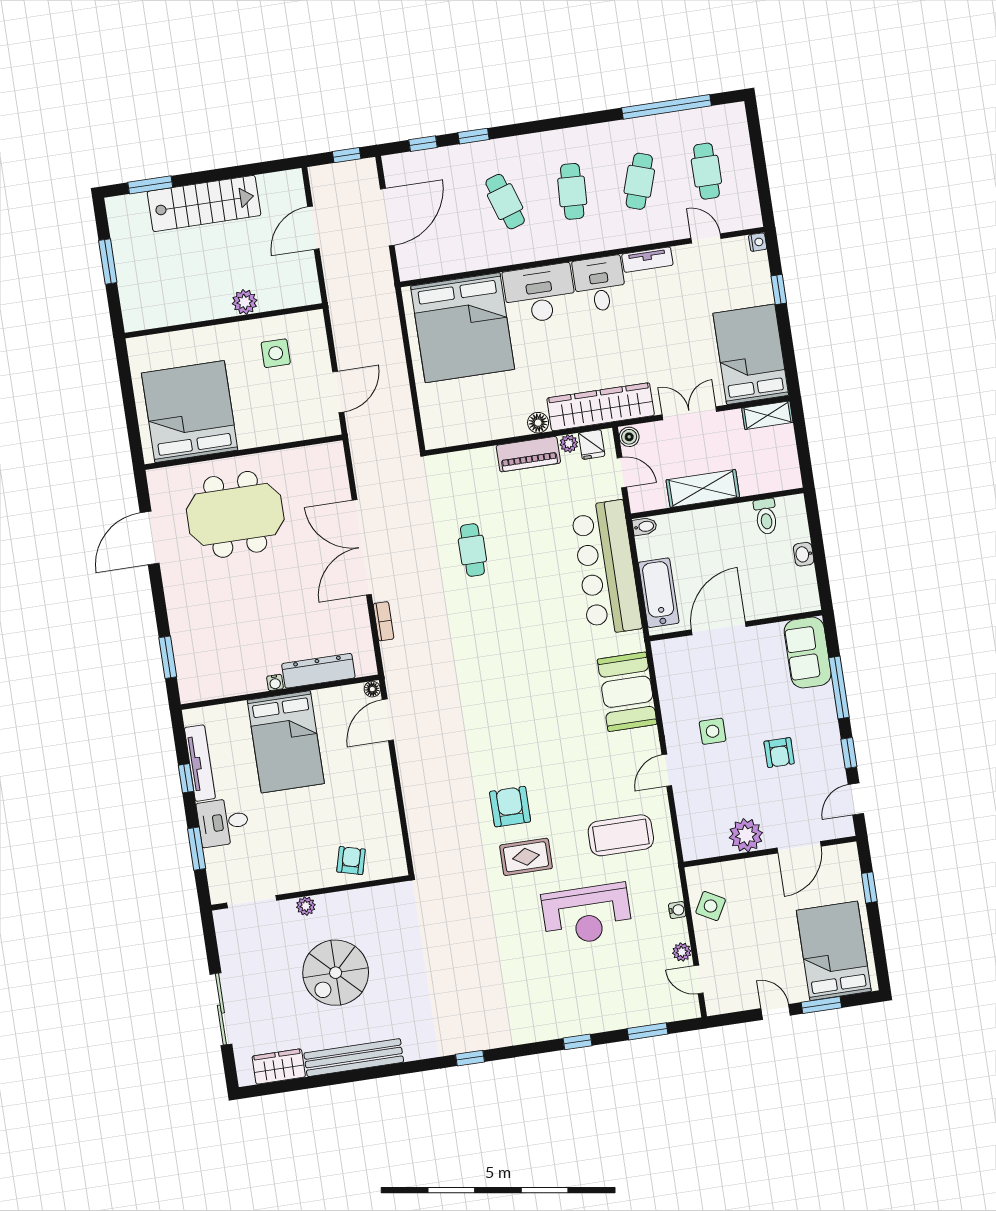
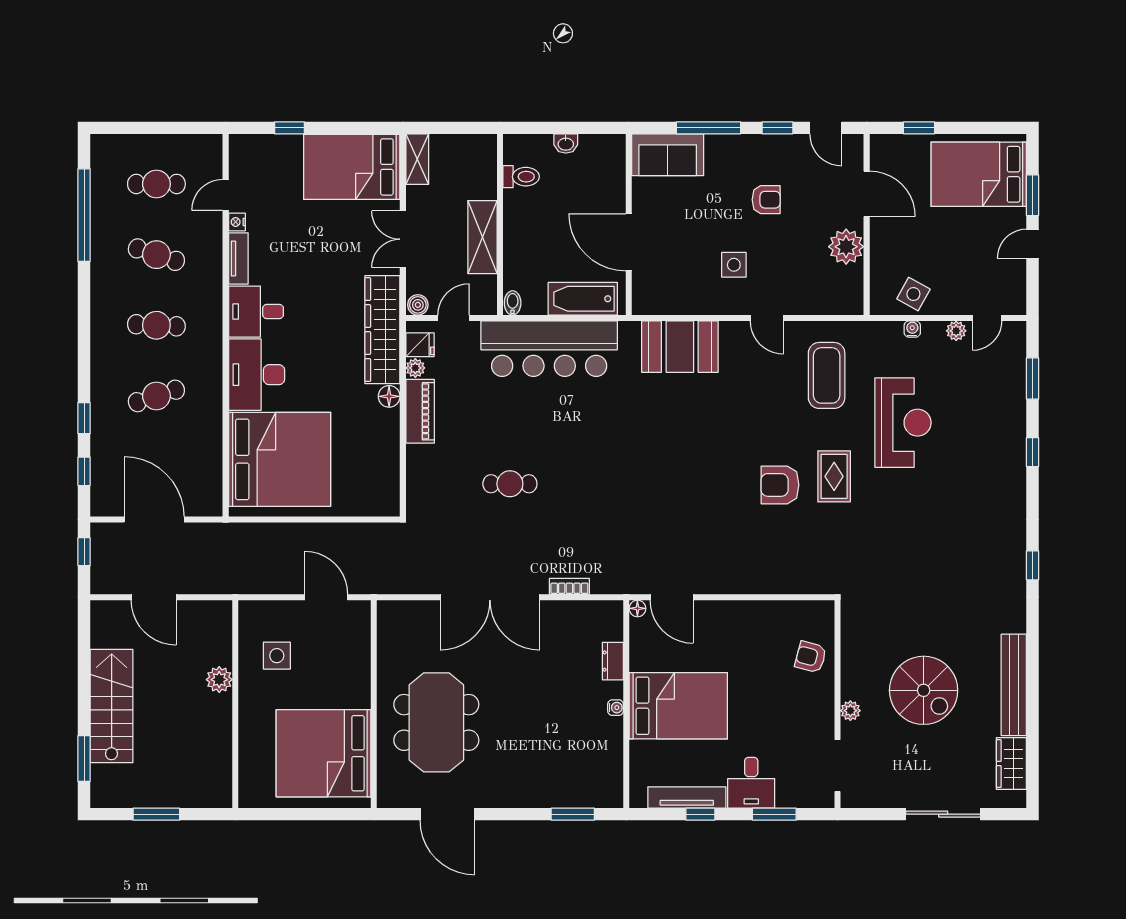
nightstand: (758, 242) -> (237, 222), moved, turned -90
dresser: (318, 671) -> (613, 661), width x0.51, depth x0.80

